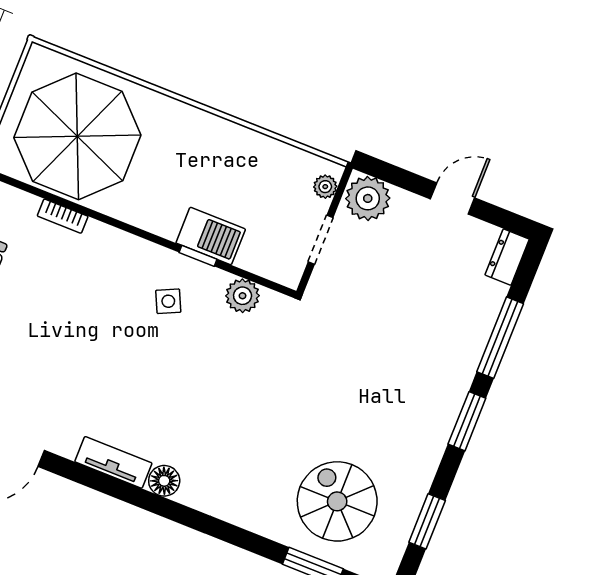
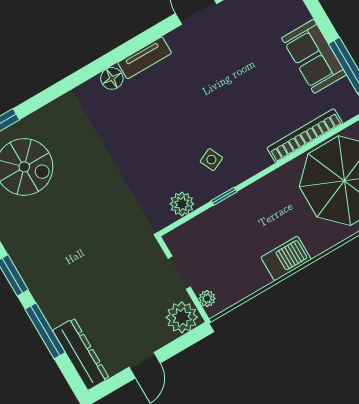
bookcase: (63, 216) -> (305, 136), width x2.31, depth x1.31
barbecue: (211, 236) -> (286, 258), moved, turned 180
dresser: (507, 257) -> (81, 354), width x1.96, depth x1.24

